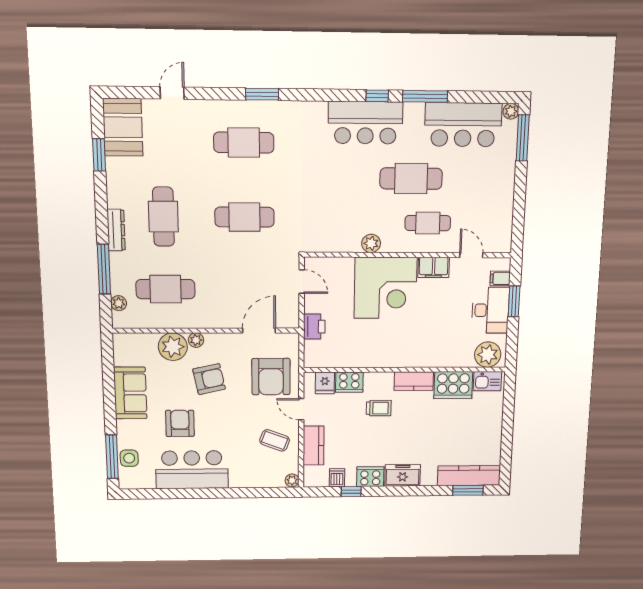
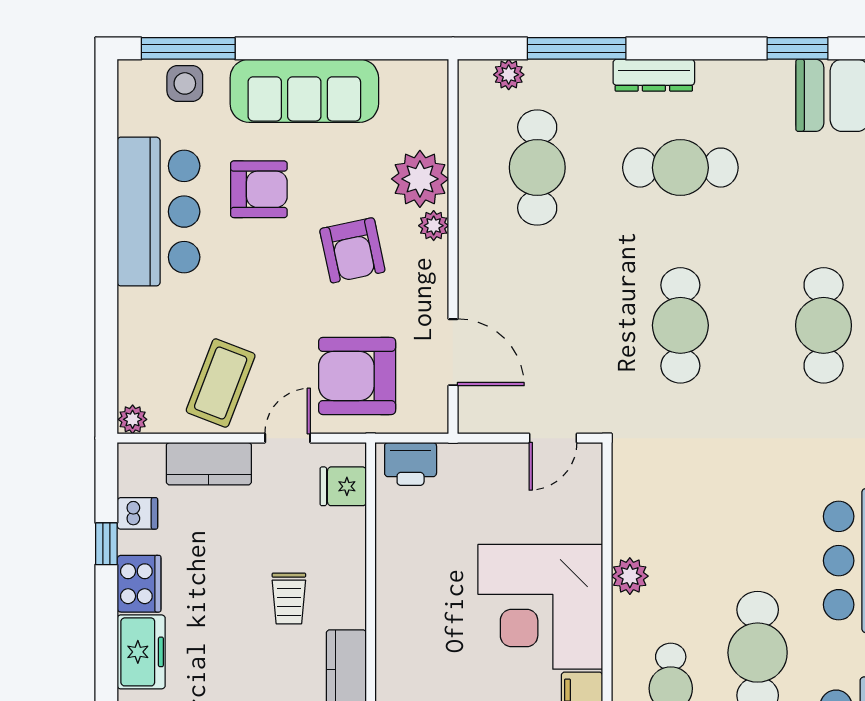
printer: (314, 327) -> (411, 464), moved
cooker: (349, 382) -> (345, 537), removed
sofa: (130, 393) -> (304, 91), width x1.36
coffee table: (275, 440) -> (221, 383), width x1.36, depth x1.30

